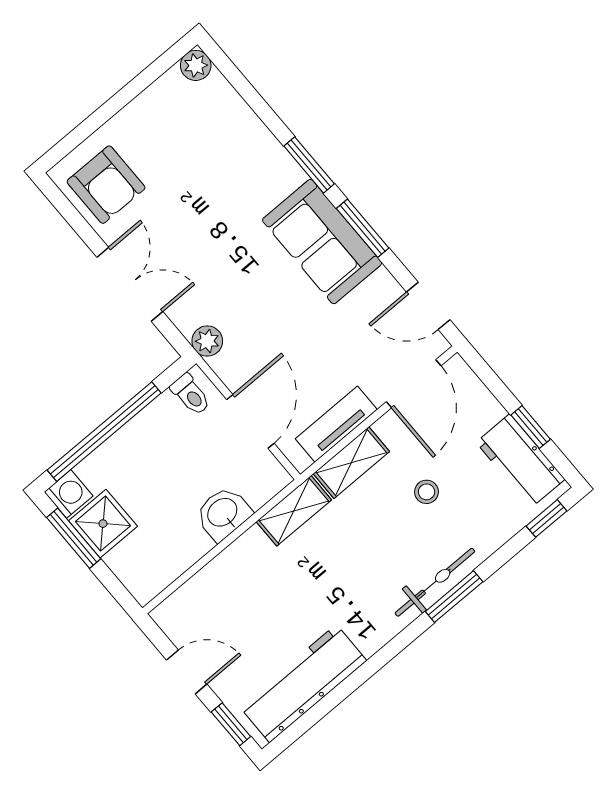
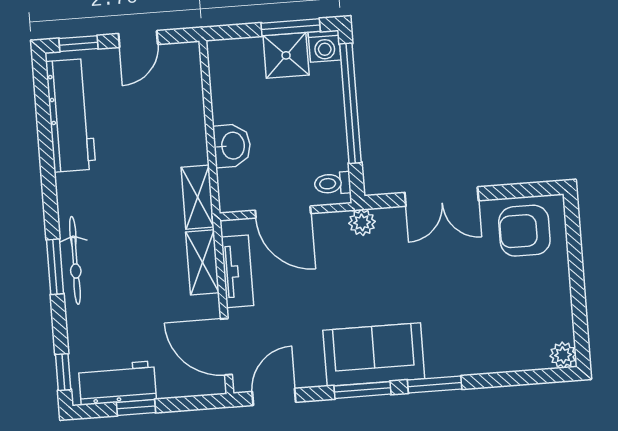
stool: (426, 492) -> (143, 301), removed

